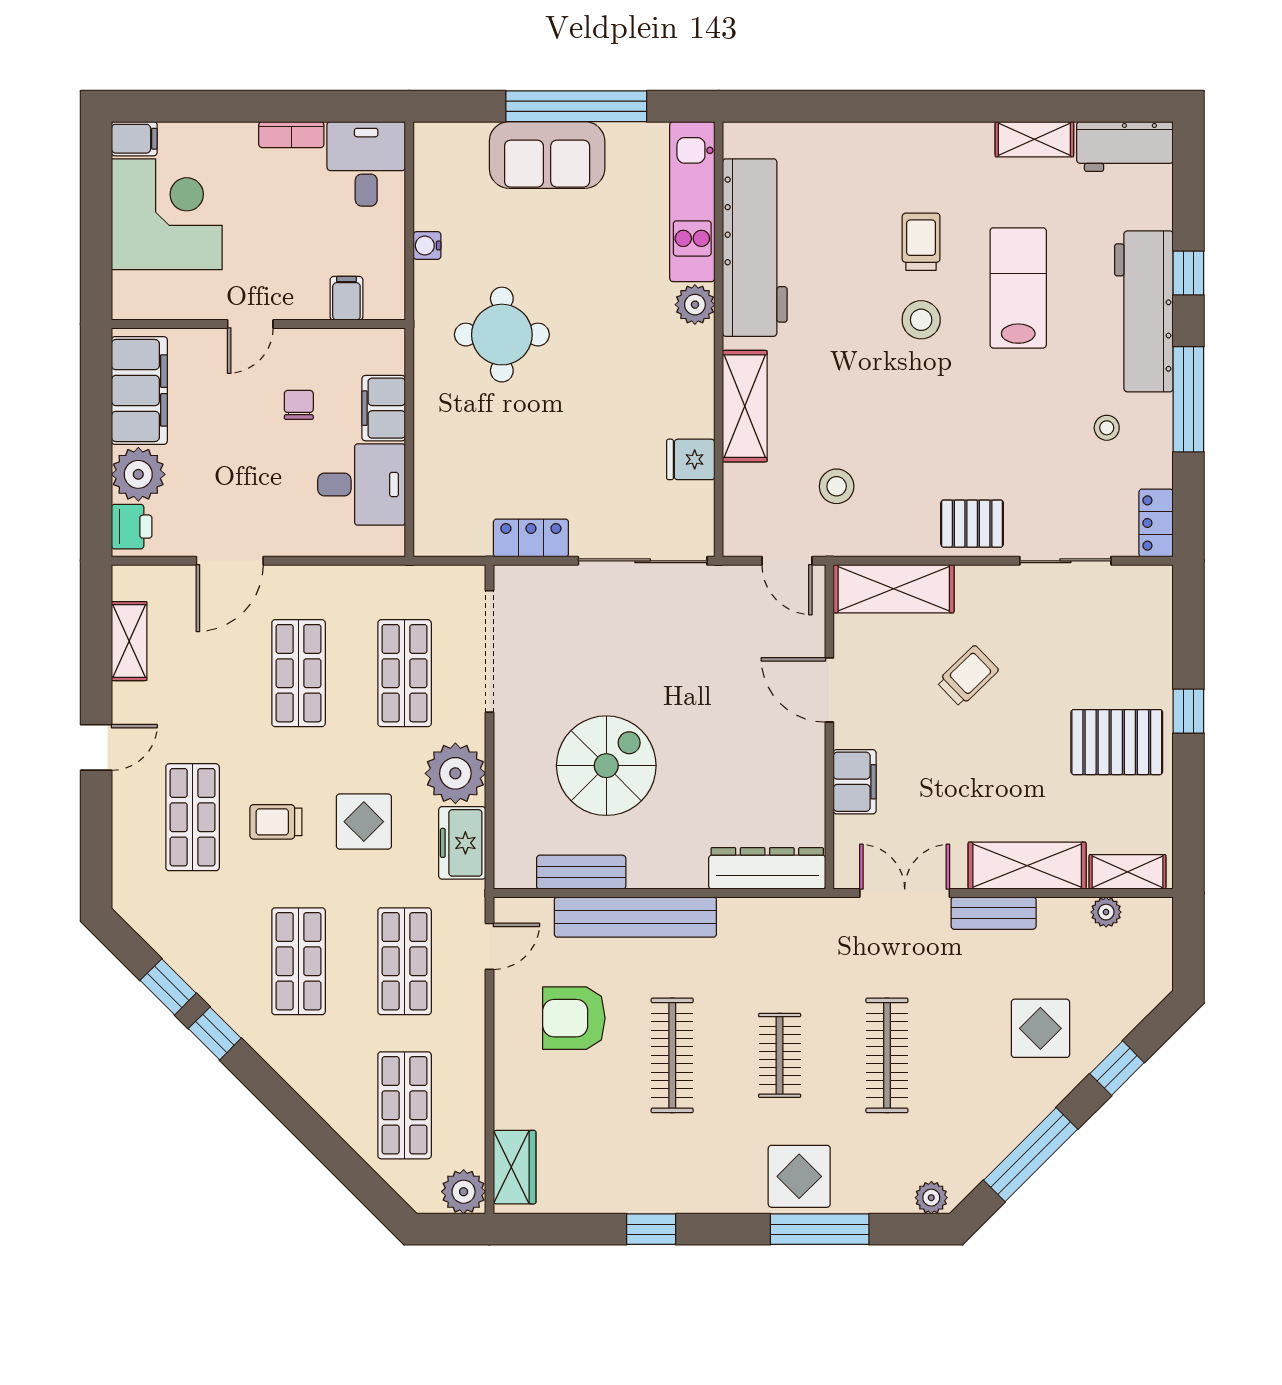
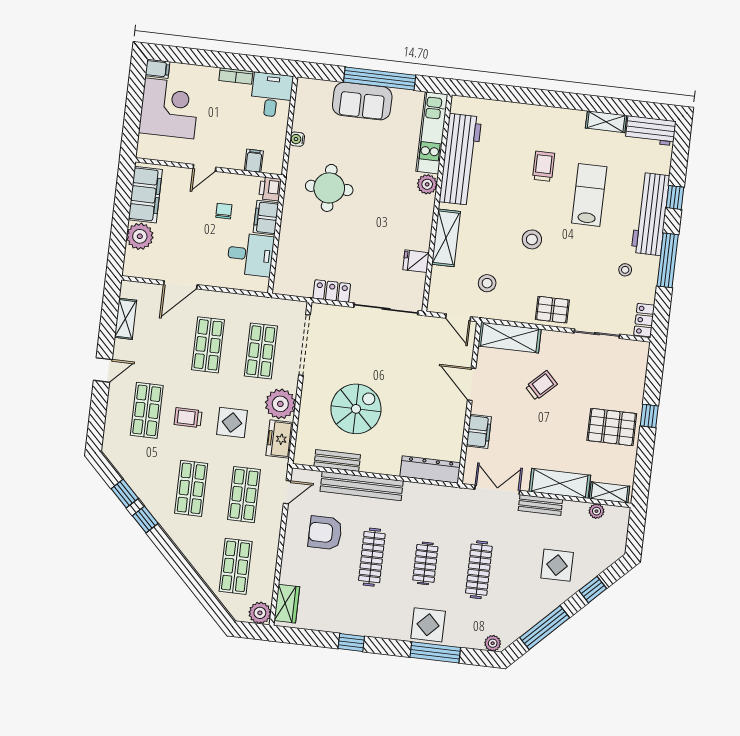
stool: (921, 320) -> (532, 239), moved
printer: (132, 527) -> (270, 189), moved, turned 180

